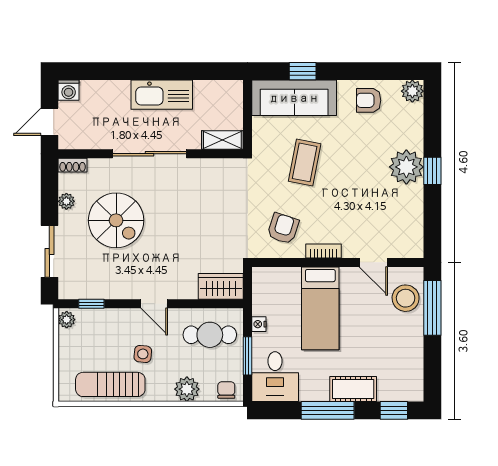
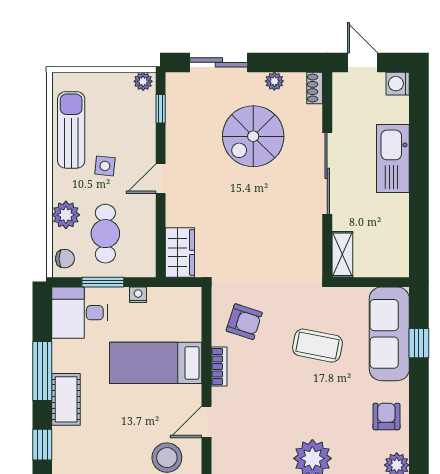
kitchen sink: (162, 95) -> (393, 159), moved
cafe table: (210, 335) -> (105, 234), moved

